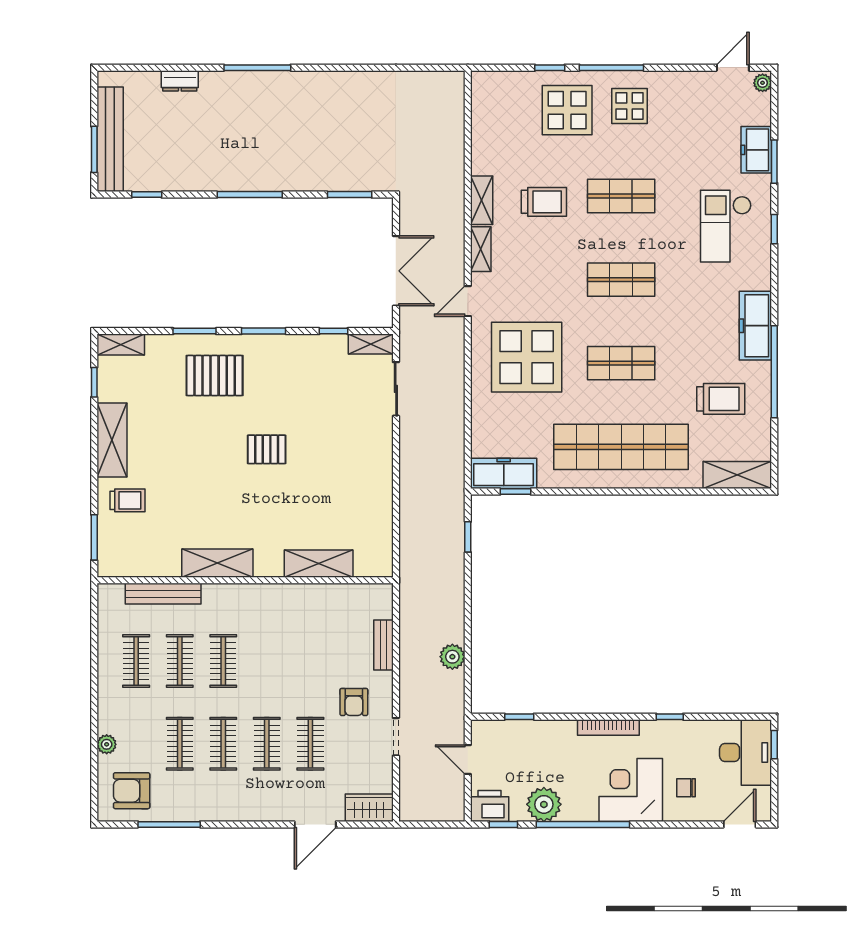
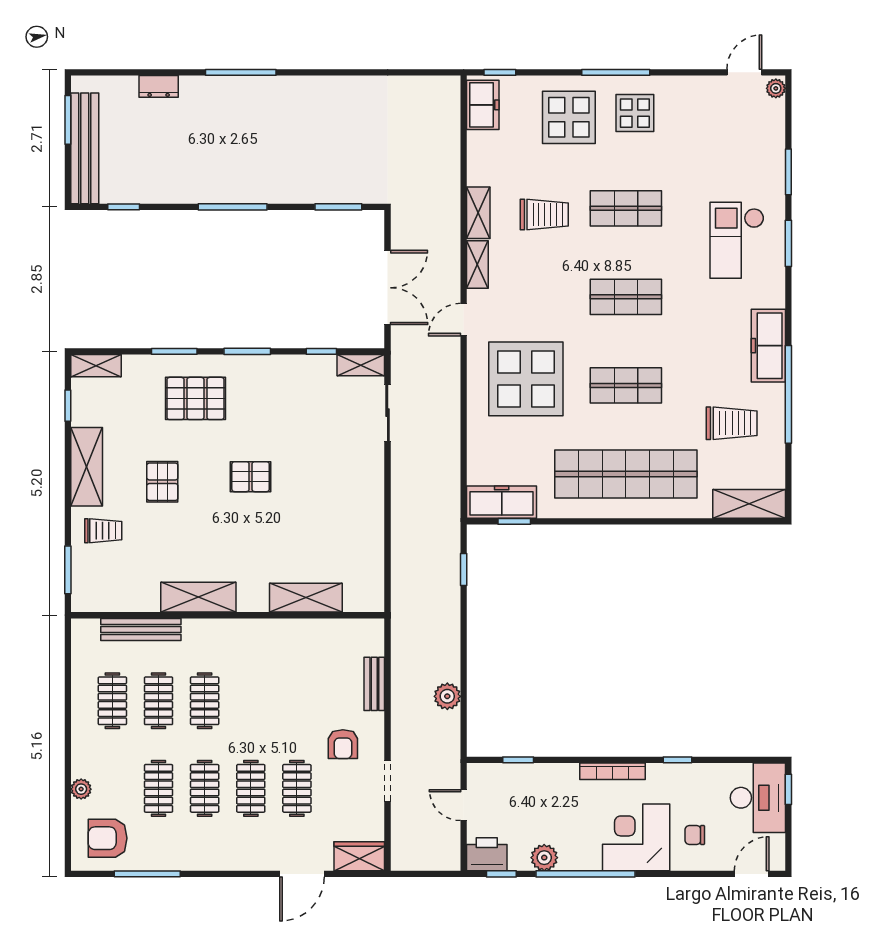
window: (550, 68) -> (500, 72), moved
window: (94, 149) -> (68, 120), moved
freezer: (756, 150) -> (483, 105), moved, turned 180
window: (774, 229) -> (788, 243), width x1.50
pallet: (183, 454) -> (162, 482), added
plant: (544, 804) -> (544, 858), width x0.73, depth x0.73

